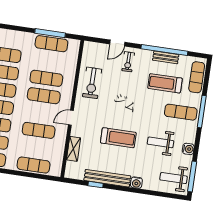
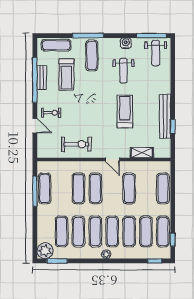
water cooler: (136, 183) -> (165, 88), removed

